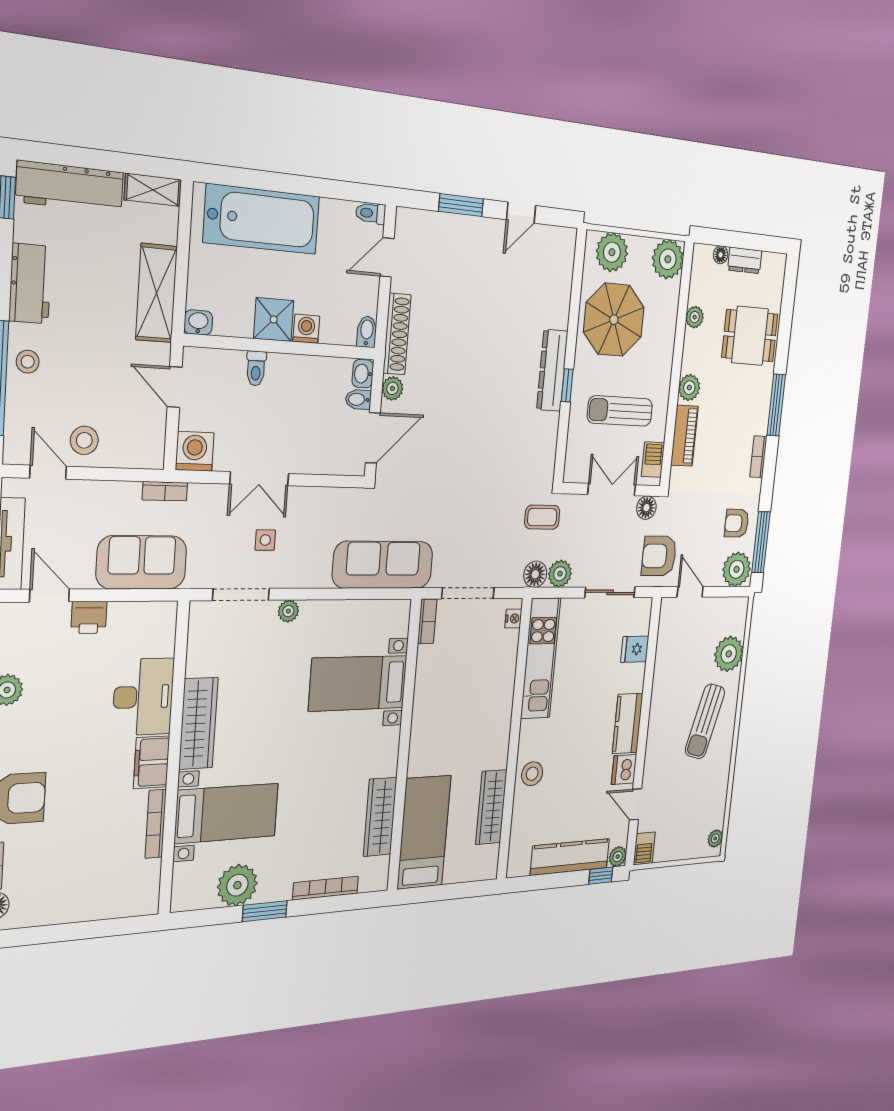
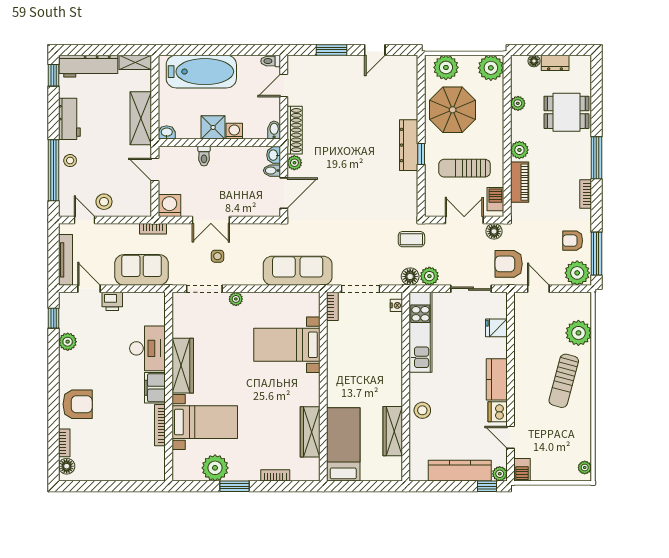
bookcase: (326, 888) -> (275, 475), width x0.64

